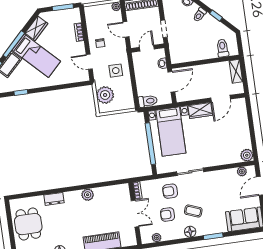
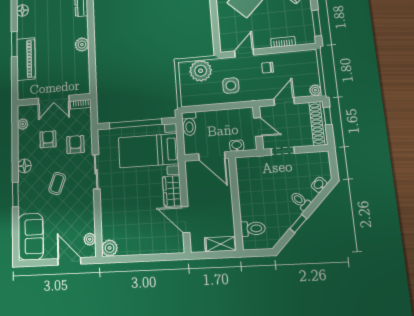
coffee table: (193, 211) -> (57, 183), moved

